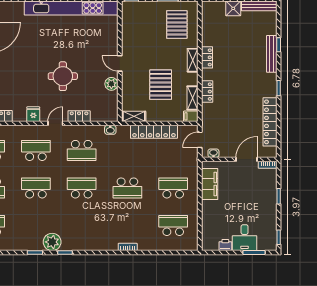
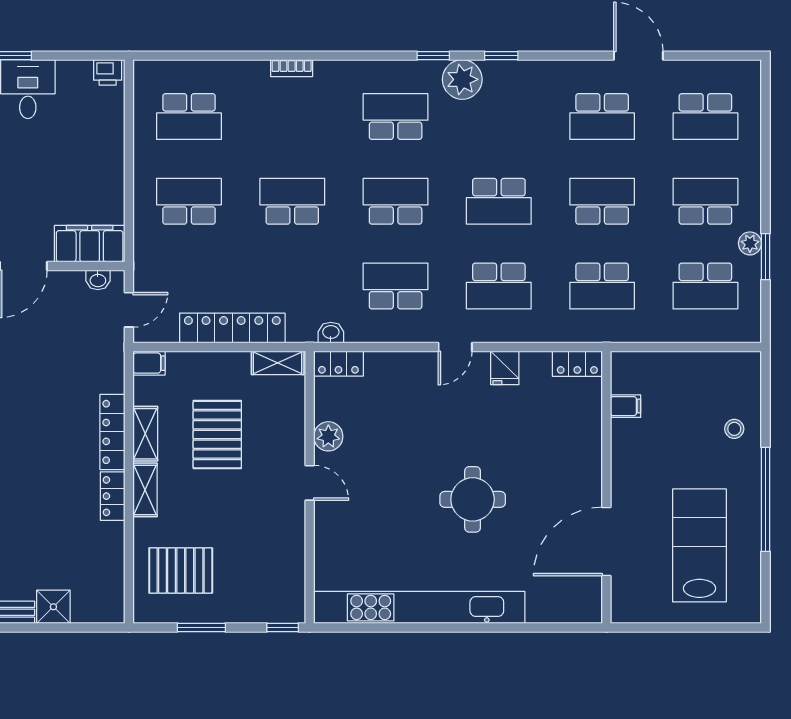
pallet: (177, 24) -> (181, 570), turned 90
round table: (63, 76) -> (473, 499), moved
locker: (207, 92) -> (112, 432), width x1.53
shelving: (193, 98) -> (145, 434), moved
locker: (79, 116) -> (338, 364), moved
filing cabinet: (210, 184) -> (90, 244), moved, turned 90
school desk: (82, 188) -> (396, 201), turned 180
school desk: (173, 188) -> (189, 201), turned 180
school desk: (82, 226) -> (396, 117), added
printer: (225, 245) -> (108, 72), moved

